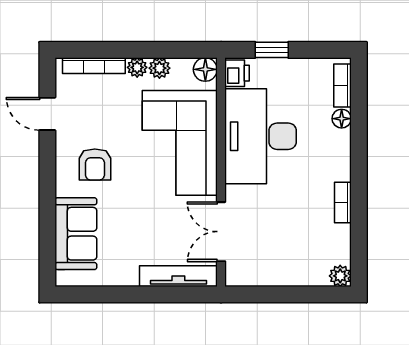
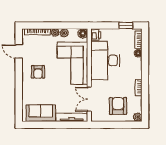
window: (272, 50) -> (126, 25), moved
sofa: (76, 234) -> (41, 113), moved, turned -90
armchair: (292, 248) -> (118, 106), added

